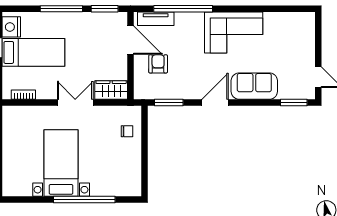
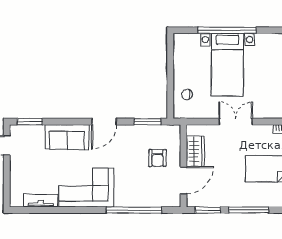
tv unit: (156, 19) -> (41, 201), moved
door: (130, 40) -> (184, 180), swing flipped
wardrobe: (111, 90) -> (195, 151), moved, turned -90
double door: (75, 103) -> (236, 122), swing flipped
bed with nightstands: (61, 163) -> (227, 65), moved

